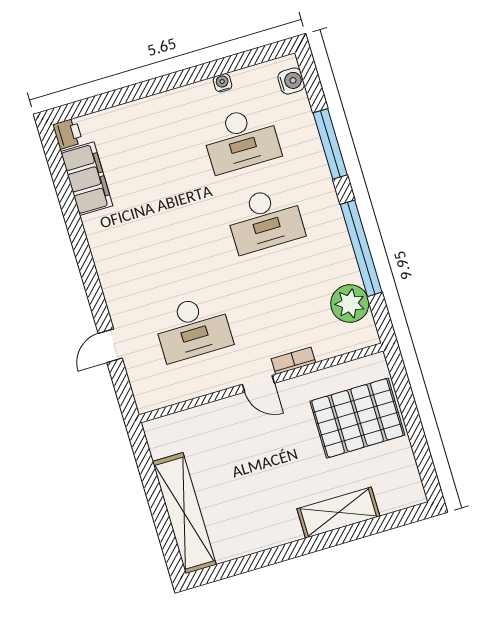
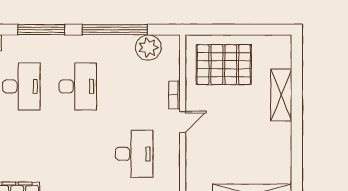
pallet: (357, 418) -> (224, 65), turned 90

